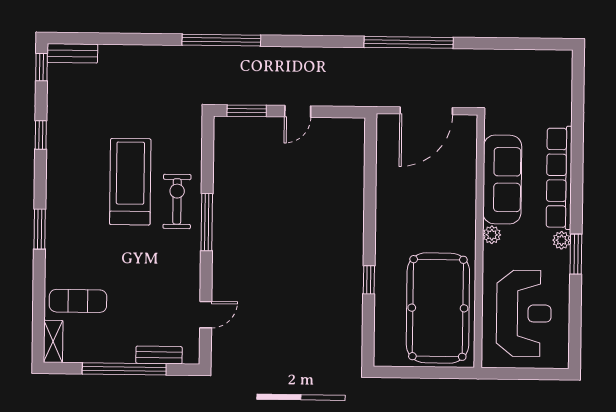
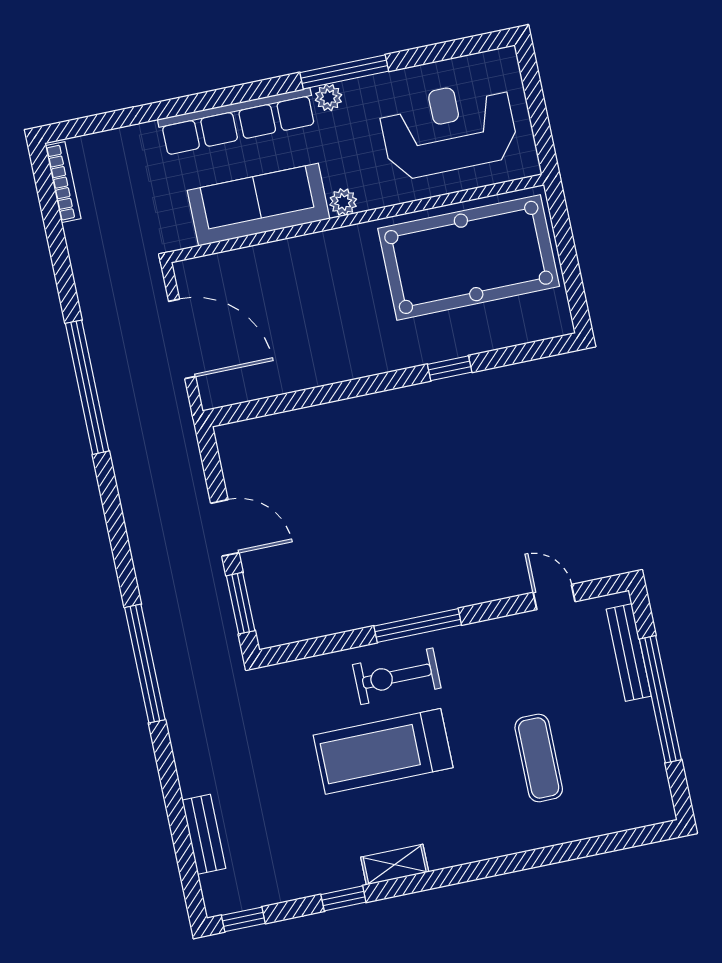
bench: (72, 53) -> (204, 834), moved
bookcase: (545, 56) -> (63, 182), added
door: (298, 111) -> (225, 528), width x1.38
window: (40, 229) -> (482, 869), removed
window: (576, 254) -> (344, 72), width x1.44
exercise mat: (78, 301) -> (539, 758), moved
shelving: (53, 341) -> (395, 865), moved
bench: (159, 355) -> (629, 653), width x1.36

